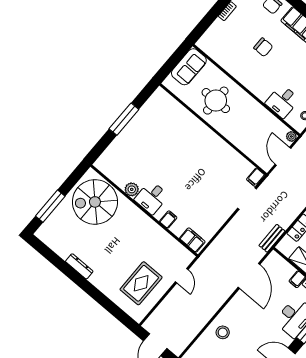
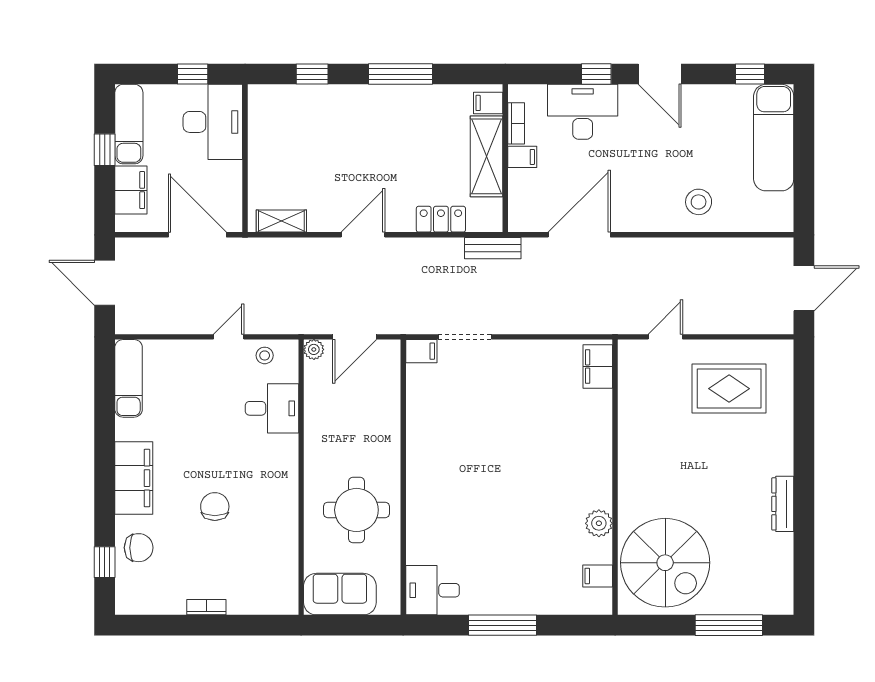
desk: (152, 197) -> (433, 590), moved, turned 180
filing cabinet: (168, 220) -> (598, 576), moved

